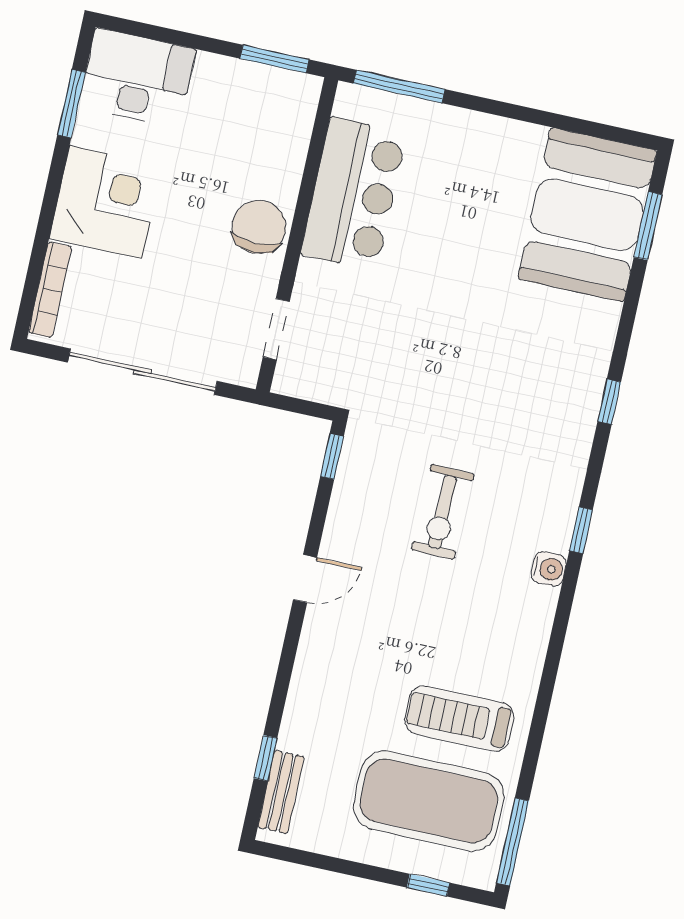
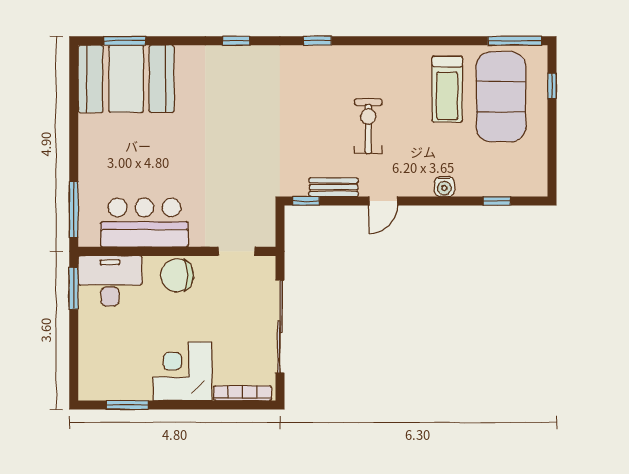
desk: (137, 78) -> (110, 281), moved, turned 90
exercise bike: (443, 512) -> (368, 126), moved, turned -91
water cooler: (549, 569) -> (444, 187), moved, turned 180
door: (305, 579) -> (383, 201), swing flipped
bench: (281, 792) -> (334, 187), moved

